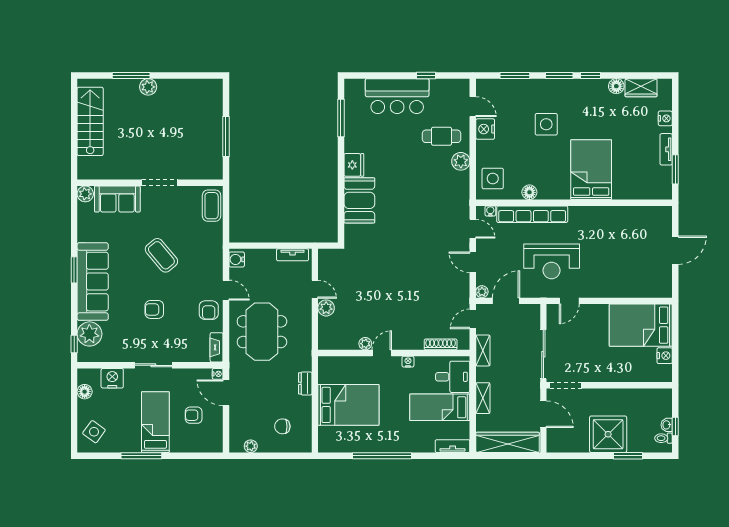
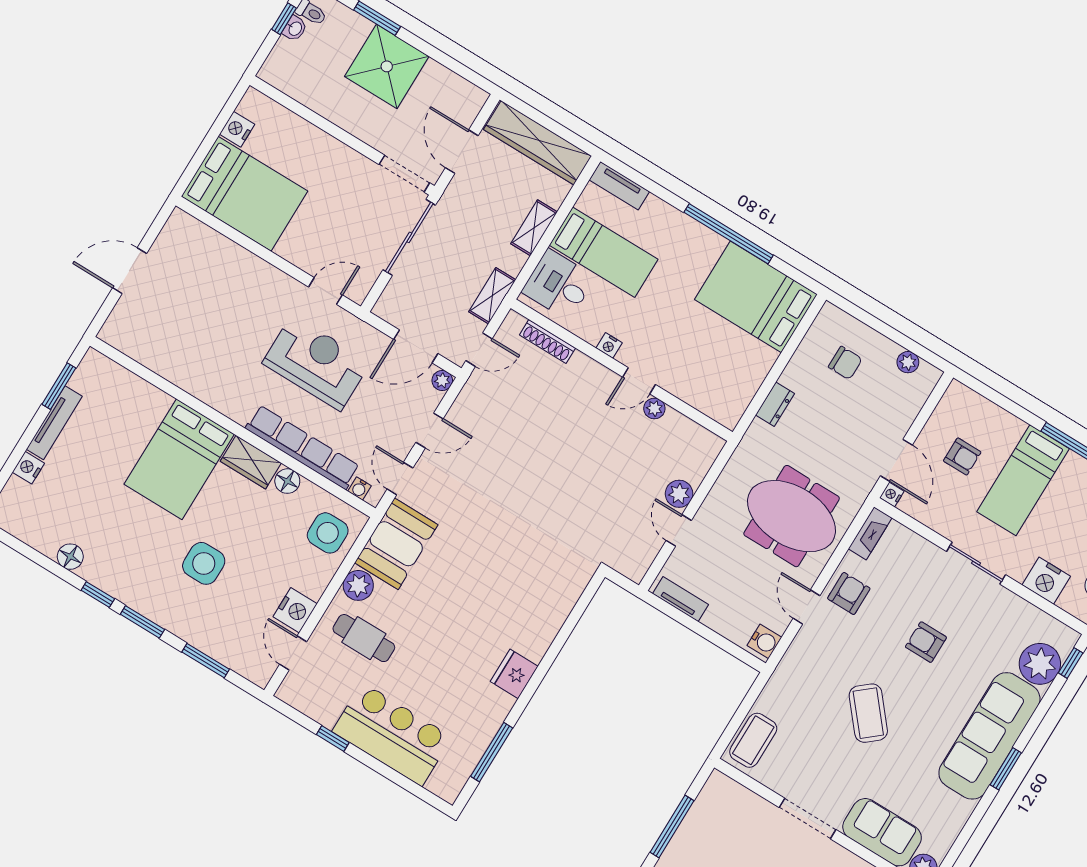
wardrobe: (641, 88) -> (251, 462), moved, turned 180
tv unit: (666, 149) -> (54, 423), width x1.41
booth: (359, 200) -> (396, 544), moved
door: (473, 262) -> (429, 431), hinge flipped
armchair: (154, 309) -> (926, 642), turned 180
meeting table: (262, 332) -> (792, 516), turned 90
bed: (348, 405) -> (756, 297), moved

